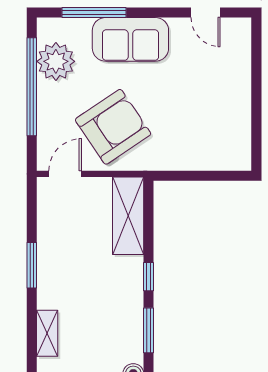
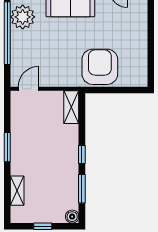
armchair: (113, 127) -> (100, 67), moved, turned -56
shelving: (128, 216) -> (71, 107), width x0.67, depth x0.75

